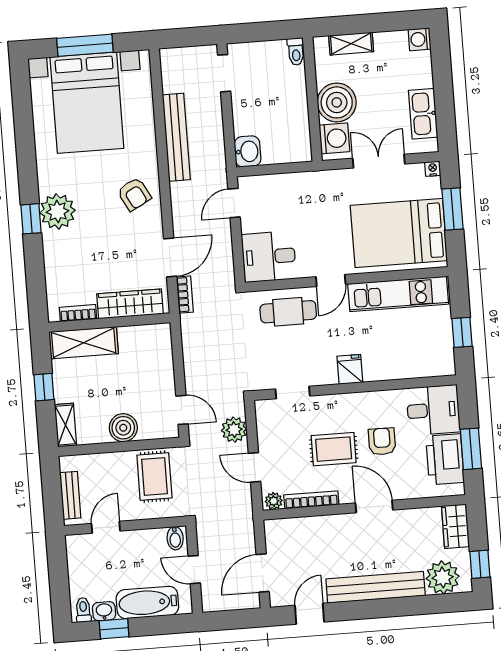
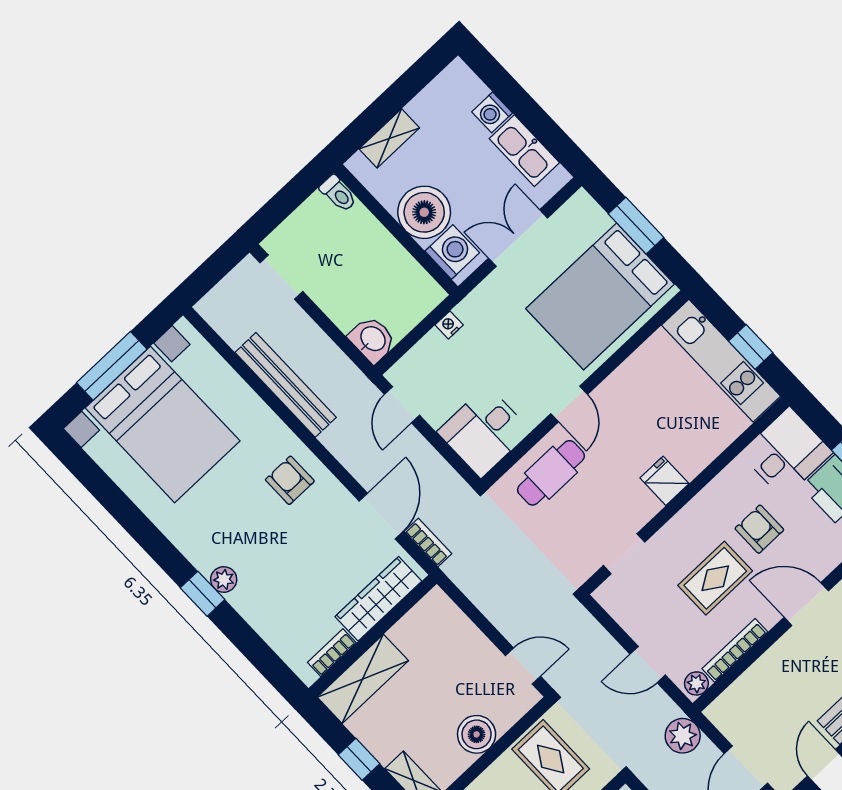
washing machine: (420, 39) -> (492, 112), moved
nightstand: (433, 169) -> (449, 325), moved
armchair: (134, 194) -> (290, 480), turned -152
plant: (58, 211) -> (224, 579), width x0.53, depth x0.53
kitchen unit: (398, 294) -> (721, 361), moved, turned 90
plant: (234, 430) -> (683, 736), moved

